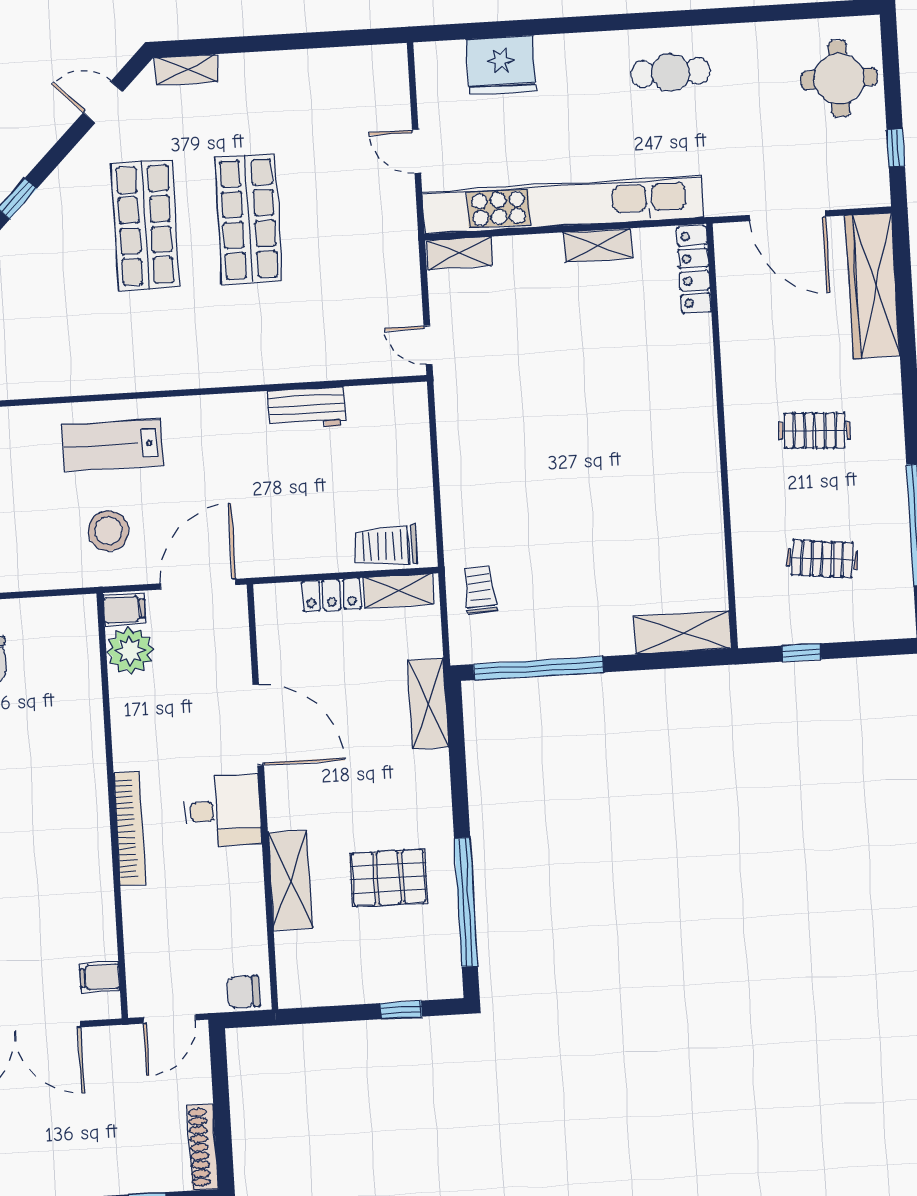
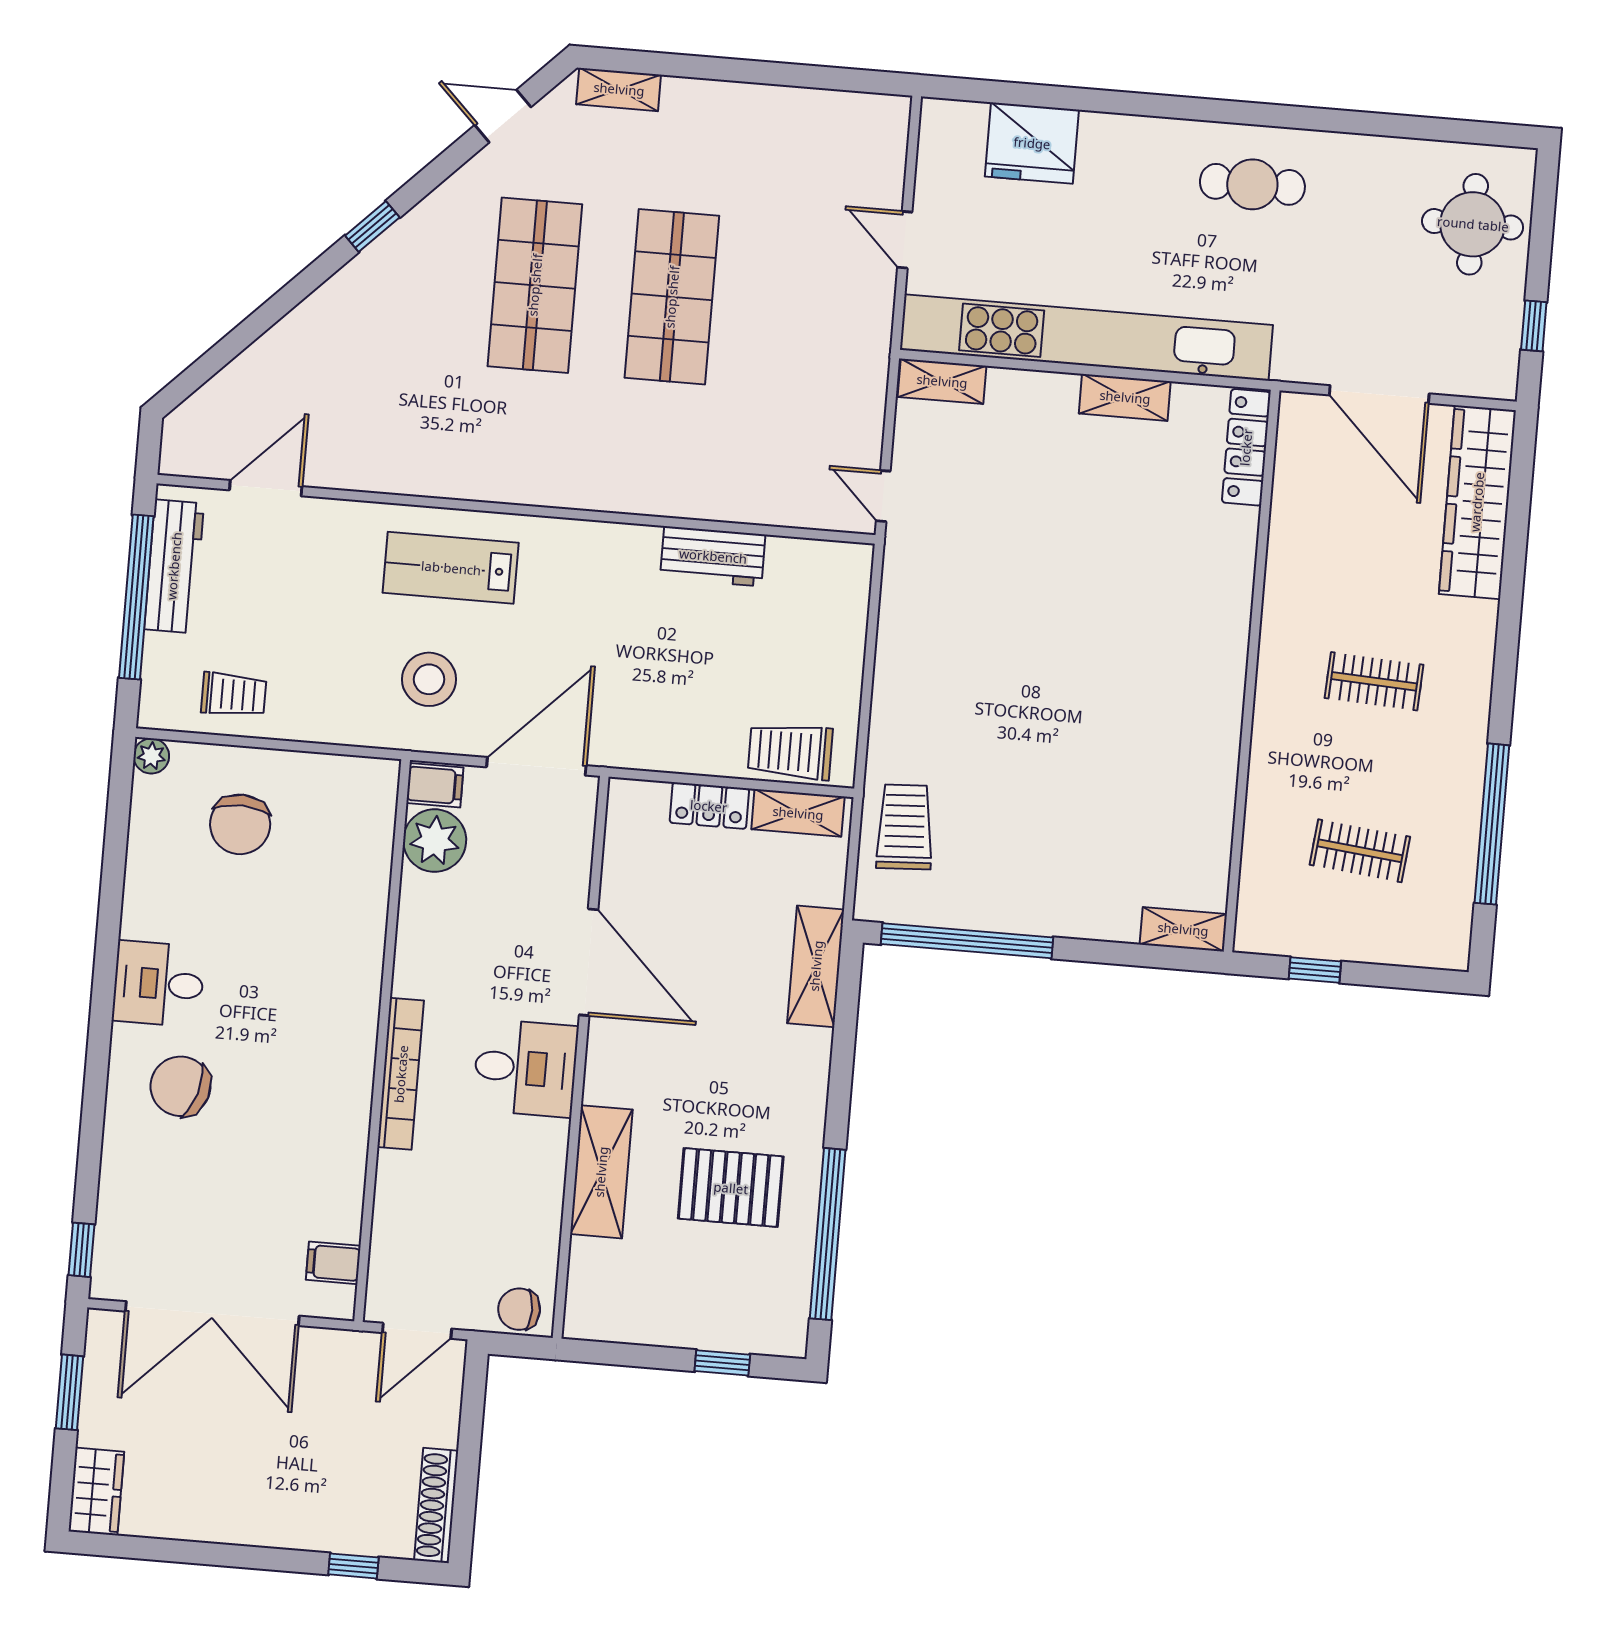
trolley: (480, 590) -> (905, 827), width x1.36, depth x1.39
shelving: (683, 632) -> (1183, 929), width x0.67, depth x0.75

